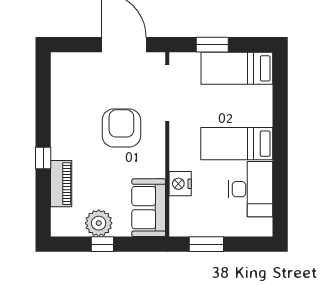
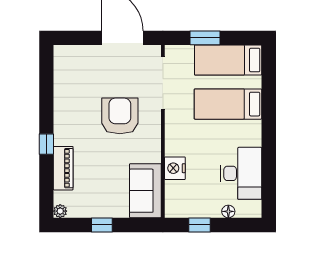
bed: (237, 144) -> (228, 104), moved
plant: (99, 223) -> (60, 211), moved, width x0.53, depth x0.53
floor lamp: (237, 230) -> (228, 211), added
window: (206, 244) -> (200, 225), width x0.67

